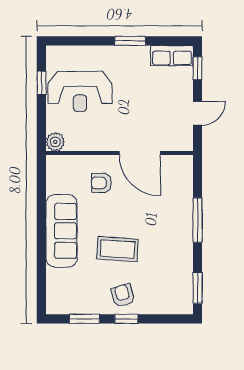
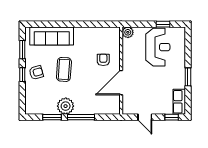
reception desk: (80, 91) -> (158, 47), turned 180
sofa: (61, 231) -> (52, 36), moved
plant: (179, 246) -> (66, 106), added
window: (198, 288) -> (52, 117), moved

